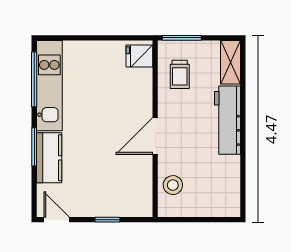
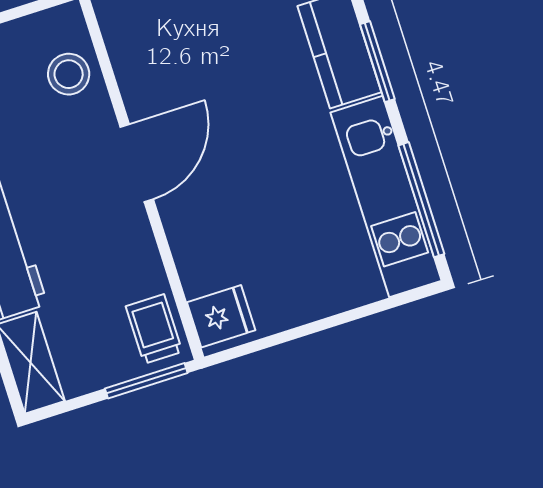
trolley: (180, 74) -> (154, 329), moved

